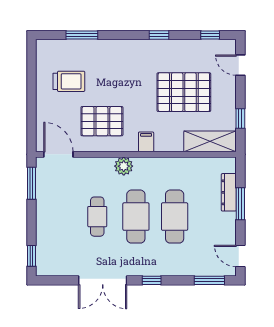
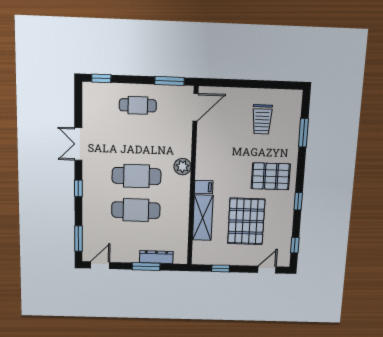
pallet: (102, 121) -> (271, 176), moved, turned 90
shelving: (210, 141) -> (203, 218), moved
cafe table: (97, 217) -> (138, 105), moved
double door: (103, 280) -> (78, 144), width x0.73

